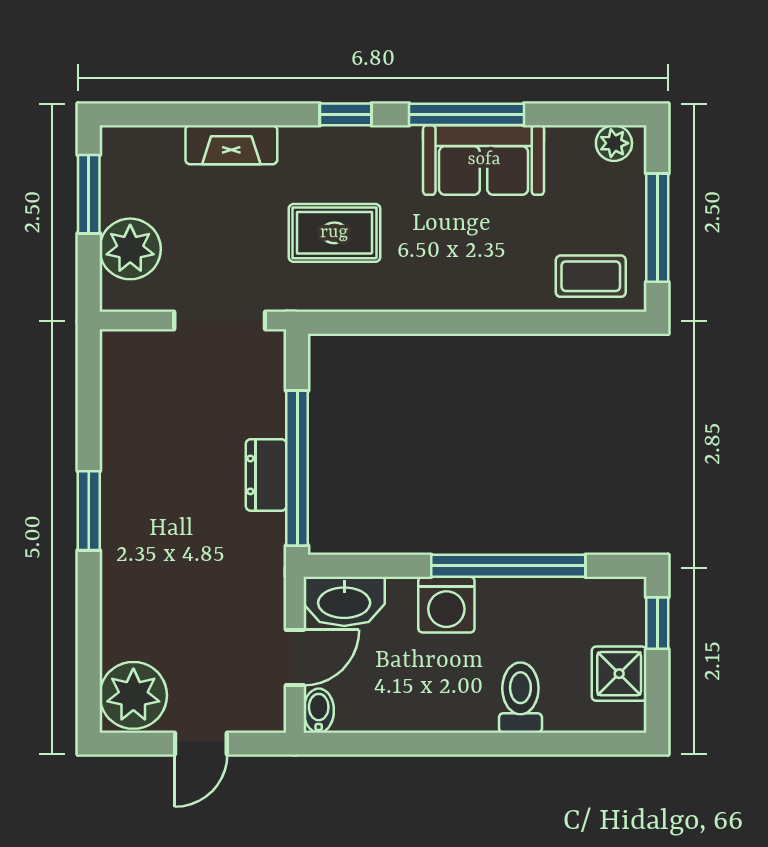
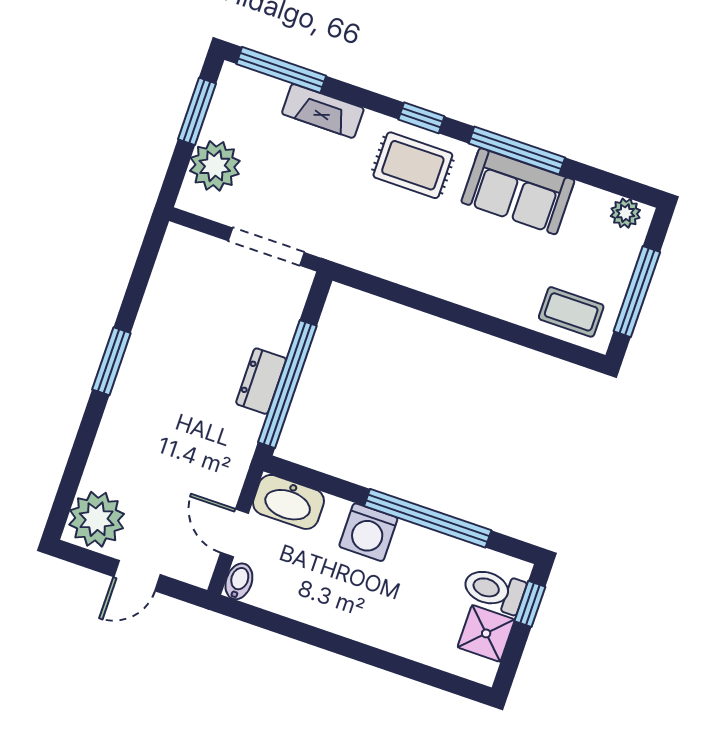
window: (168, 114) -> (281, 70), added
rug: (334, 233) -> (413, 165), moved
door: (295, 657) -> (234, 533), swing flipped
toilet: (520, 698) -> (494, 590), moved, turned -90

